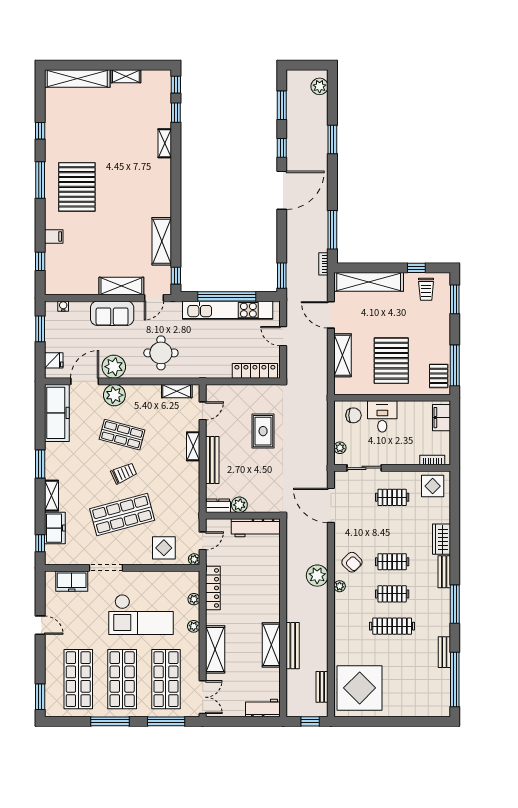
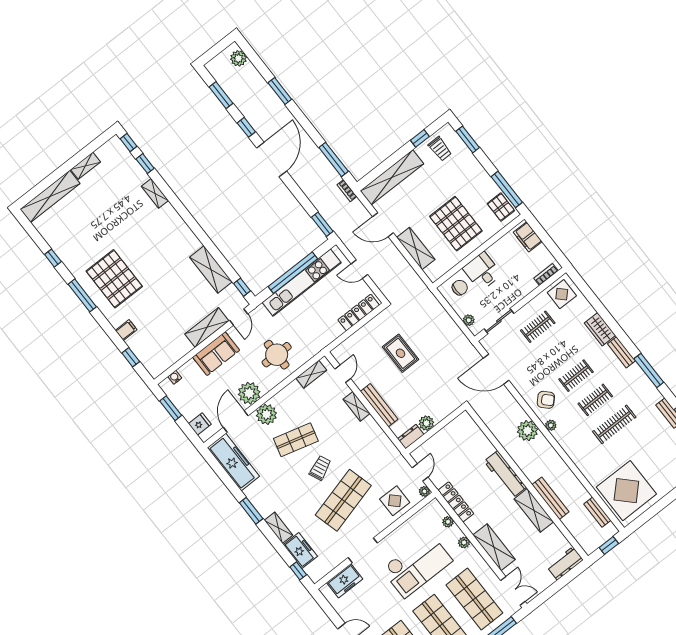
workbench: (256, 528) -> (505, 474), moved, turned 90

